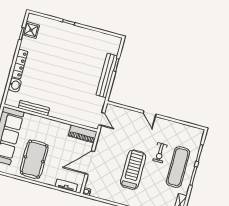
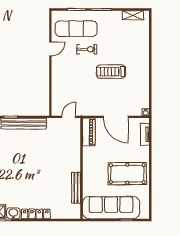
washbasin: (15, 85) -> (13, 213), moved
door: (150, 114) -> (50, 49), moved
exercise mat: (178, 167) -> (76, 29), moved
treadmill: (133, 170) -> (111, 72), width x0.73, depth x0.73

